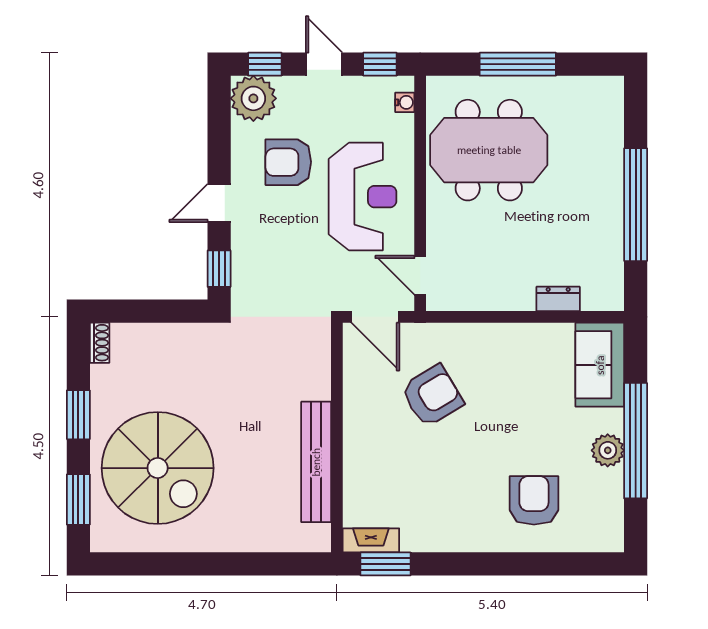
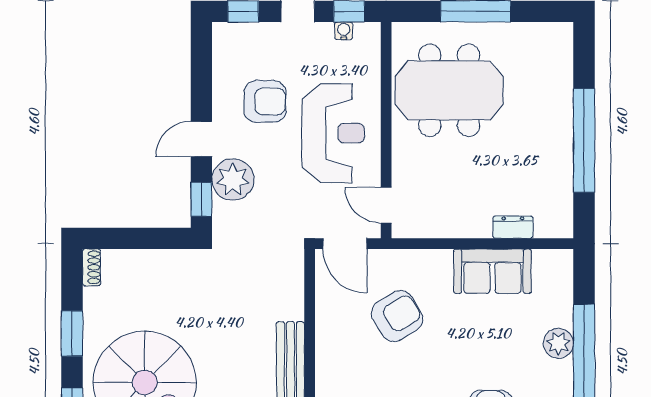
plant: (253, 98) -> (233, 180), moved
water cooler: (405, 102) -> (344, 31), moved, turned -90
armchair: (288, 162) -> (265, 101), turned 180
sofa: (600, 365) -> (492, 271), moved, turned -90
plant: (608, 450) -> (558, 343), moved

